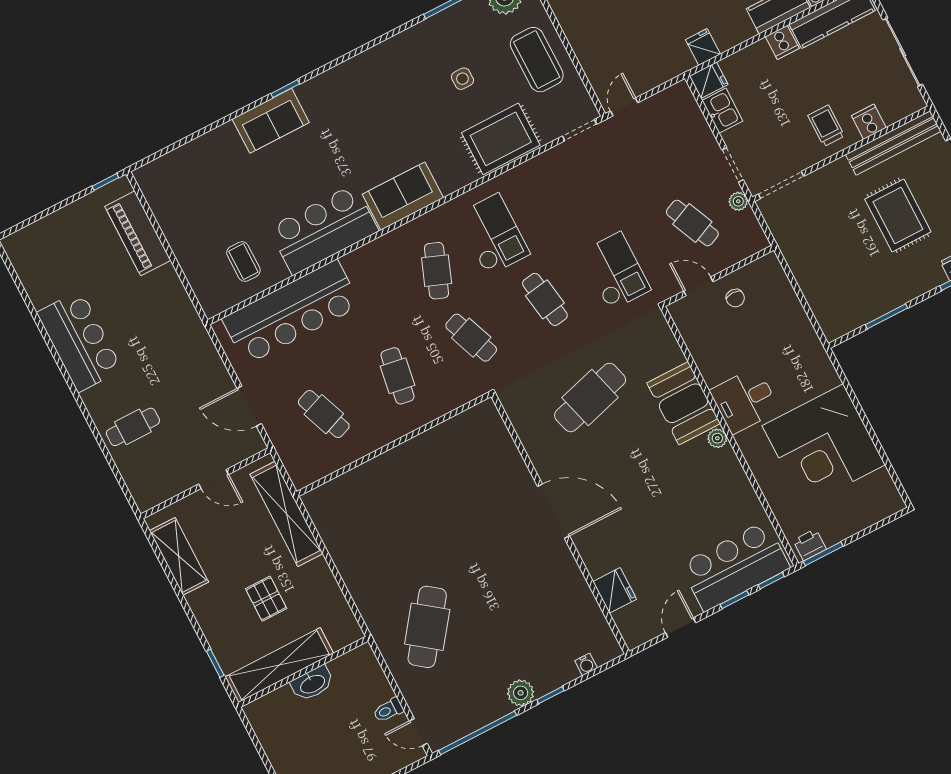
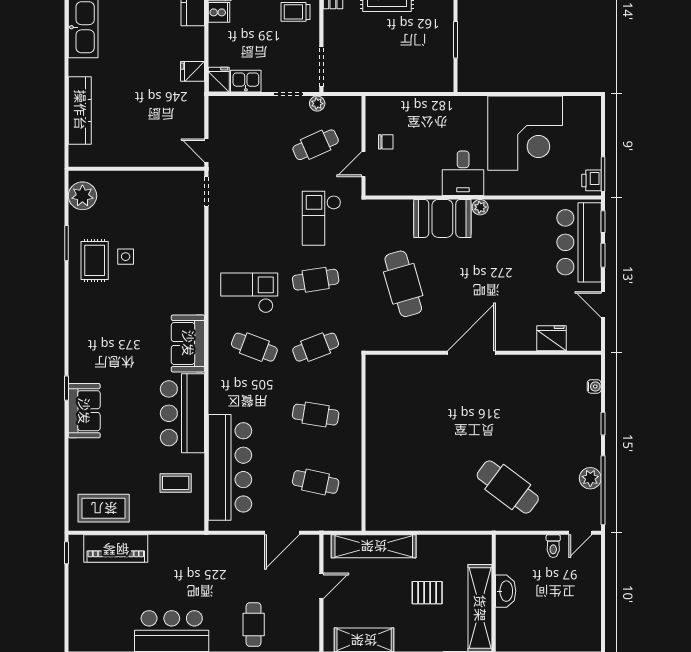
coffee table: (537, 60) -> (104, 508), moved
rug: (501, 139) -> (95, 260), moved, width x0.73, depth x0.70
checkout: (615, 271) -> (322, 218), turned -90
cafe table: (324, 414) -> (316, 482), turned 33
plant: (521, 693) -> (590, 478), moved

